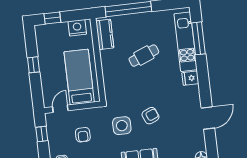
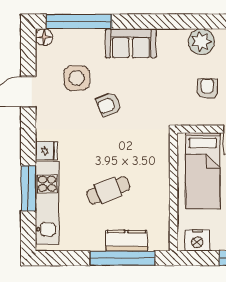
kitchen counter: (105, 34) -> (126, 241), moved, turned 90
window: (199, 38) -> (28, 188), moved
side table: (122, 126) -> (77, 78), moved

